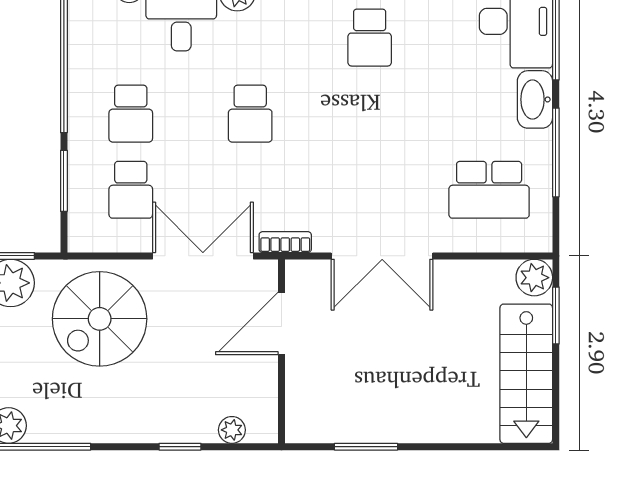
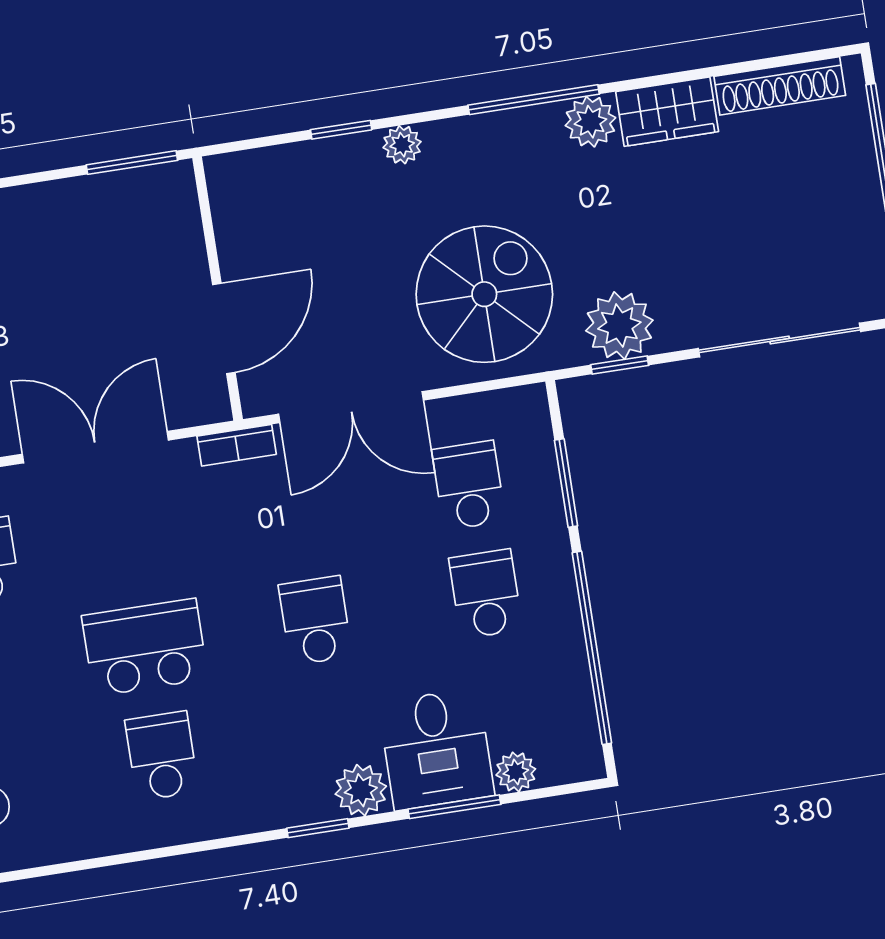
school desk: (370, 114) -> (145, 647), added
plant: (232, 430) -> (402, 145), moved
window: (366, 447) -> (132, 163), moved

